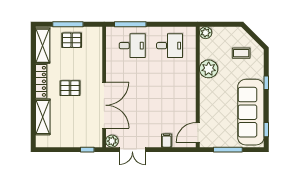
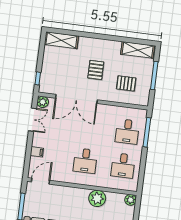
pallet: (72, 40) -> (126, 83), moved, turned 90
locker: (41, 81) -> (105, 44), removed
desk: (170, 87) -> (85, 161), added
shelving: (43, 117) -> (61, 40), moved
door: (198, 133) -> (40, 181), hinge flipped
double door: (132, 150) -> (33, 120), swing flipped

